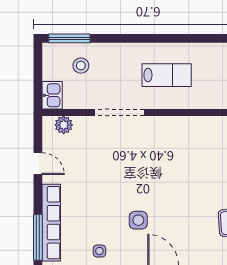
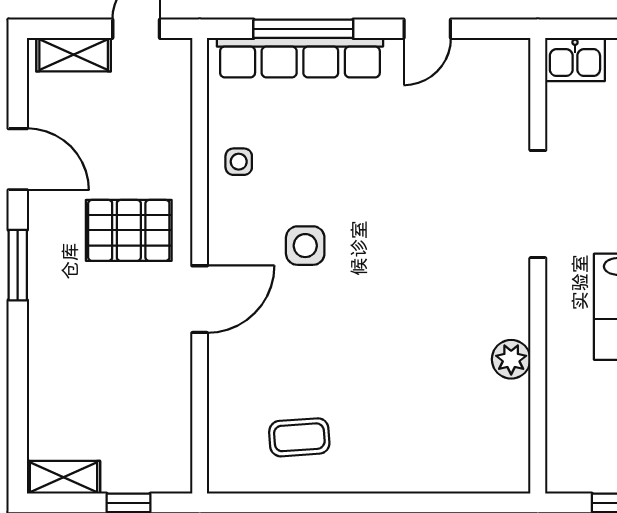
plant: (64, 125) -> (511, 359), moved
window: (38, 237) -> (303, 29), moved

